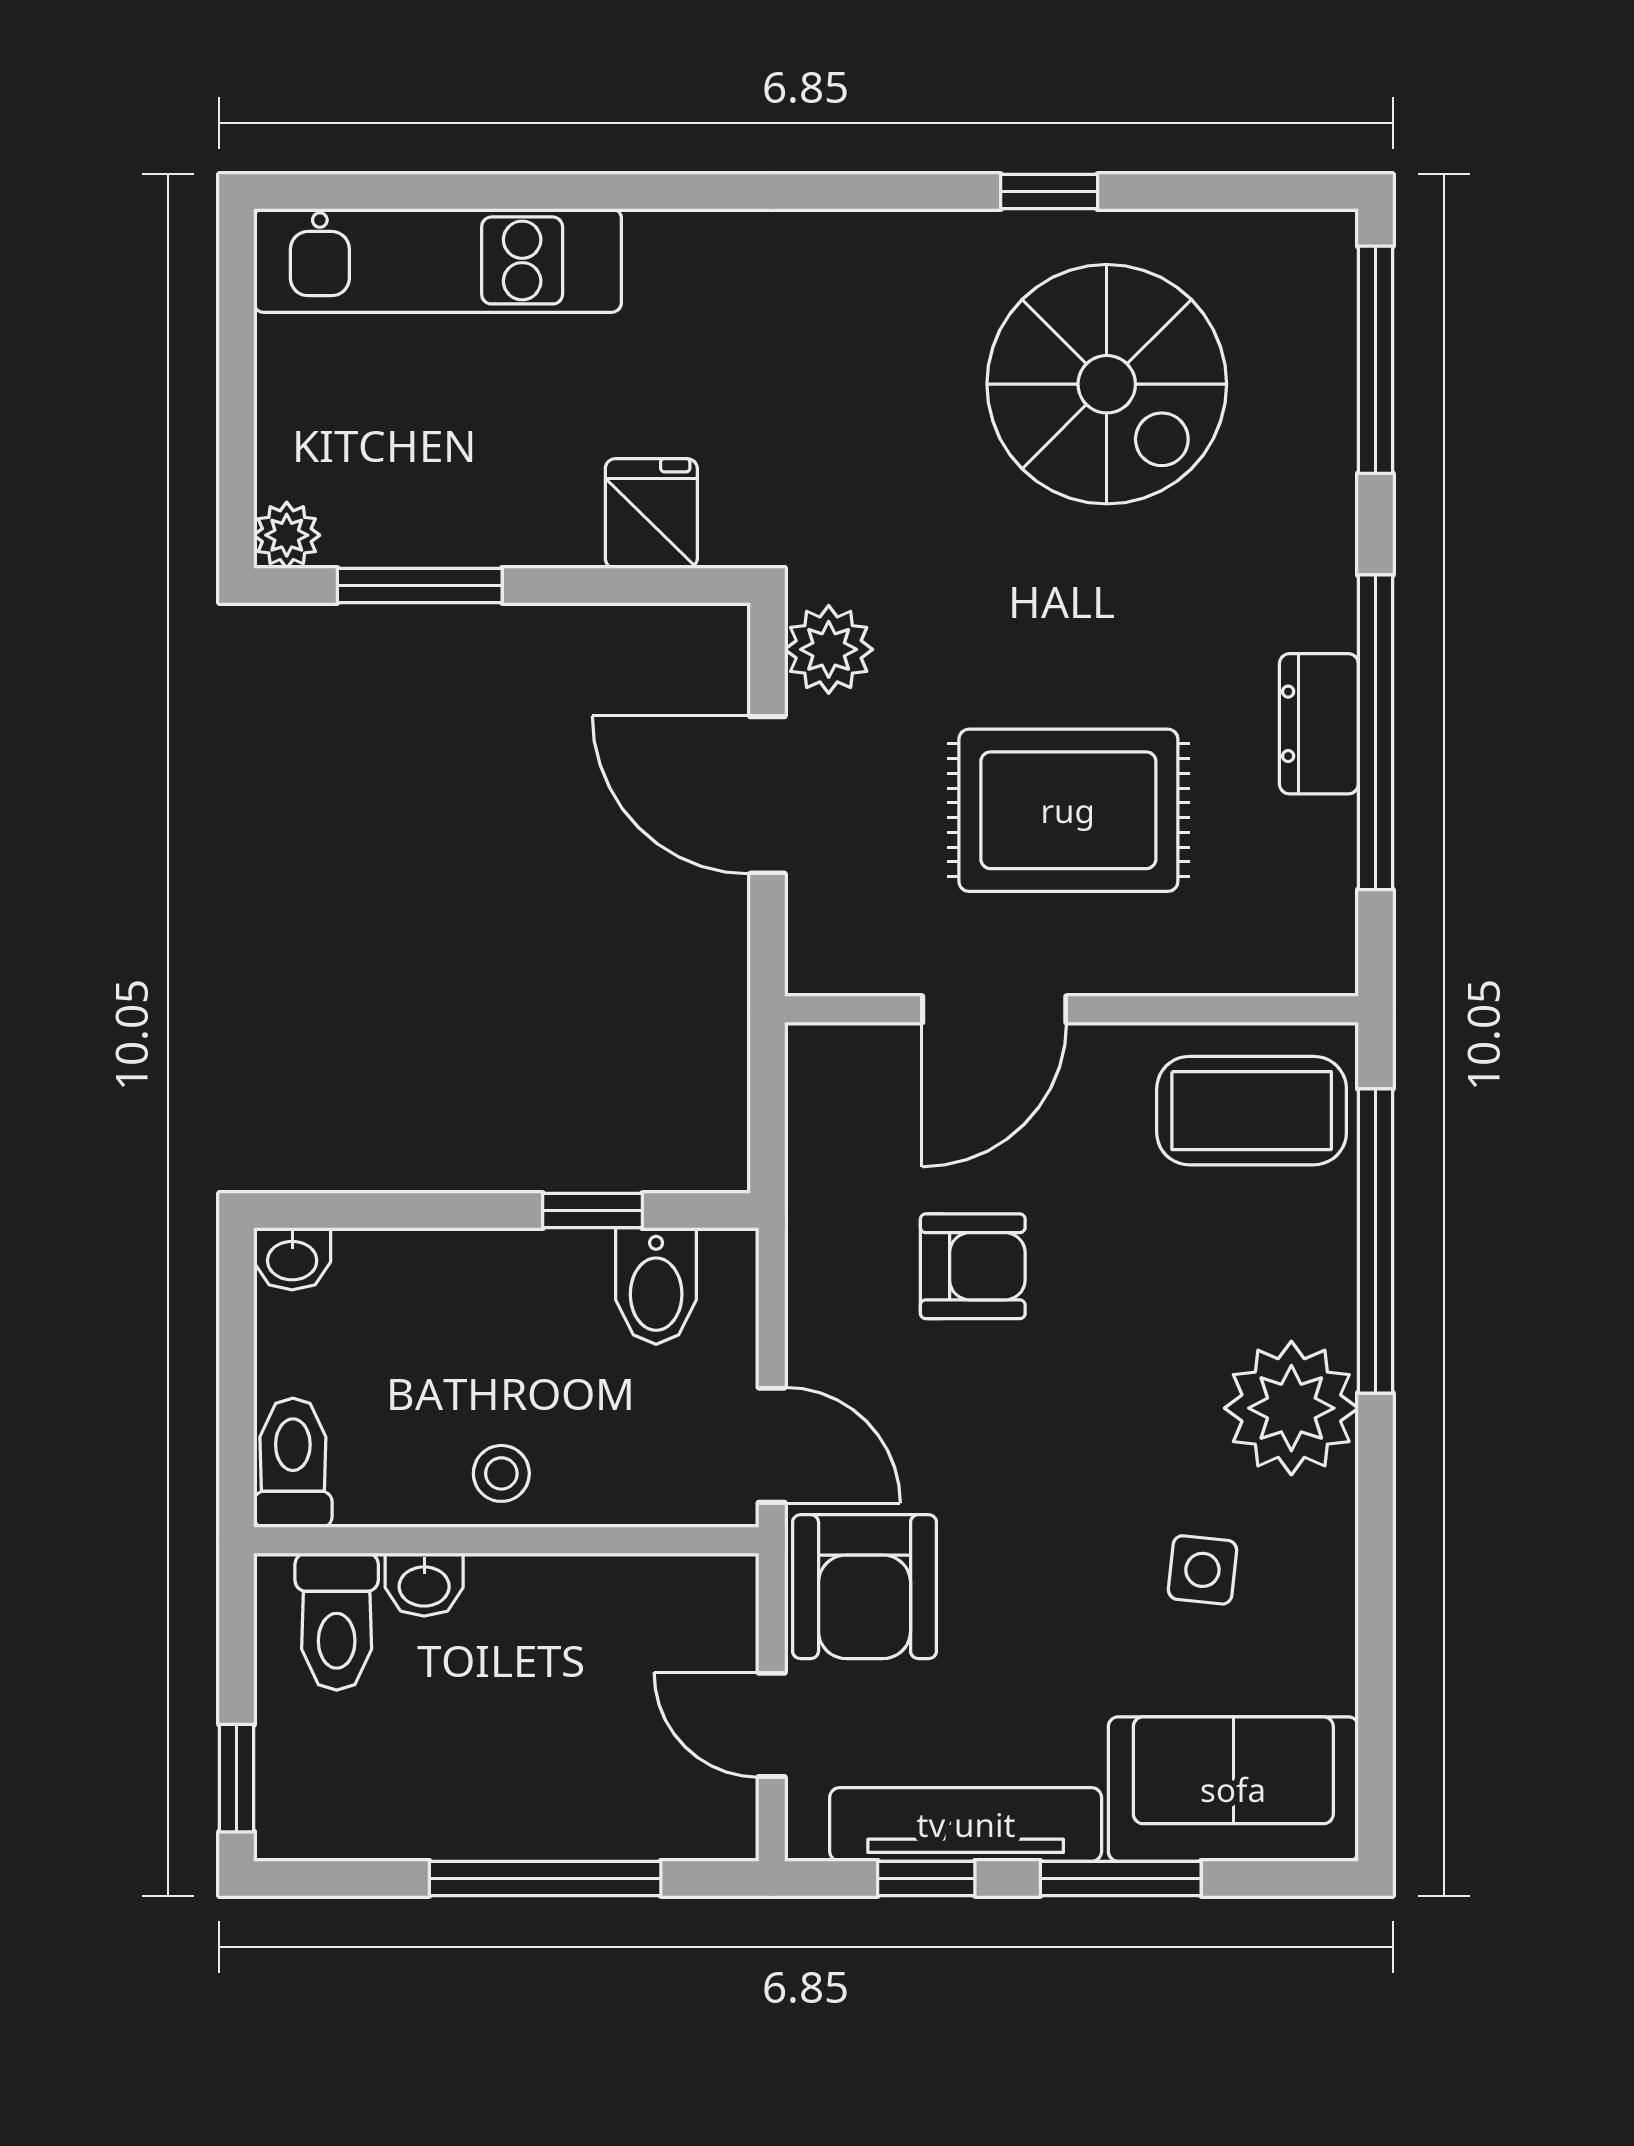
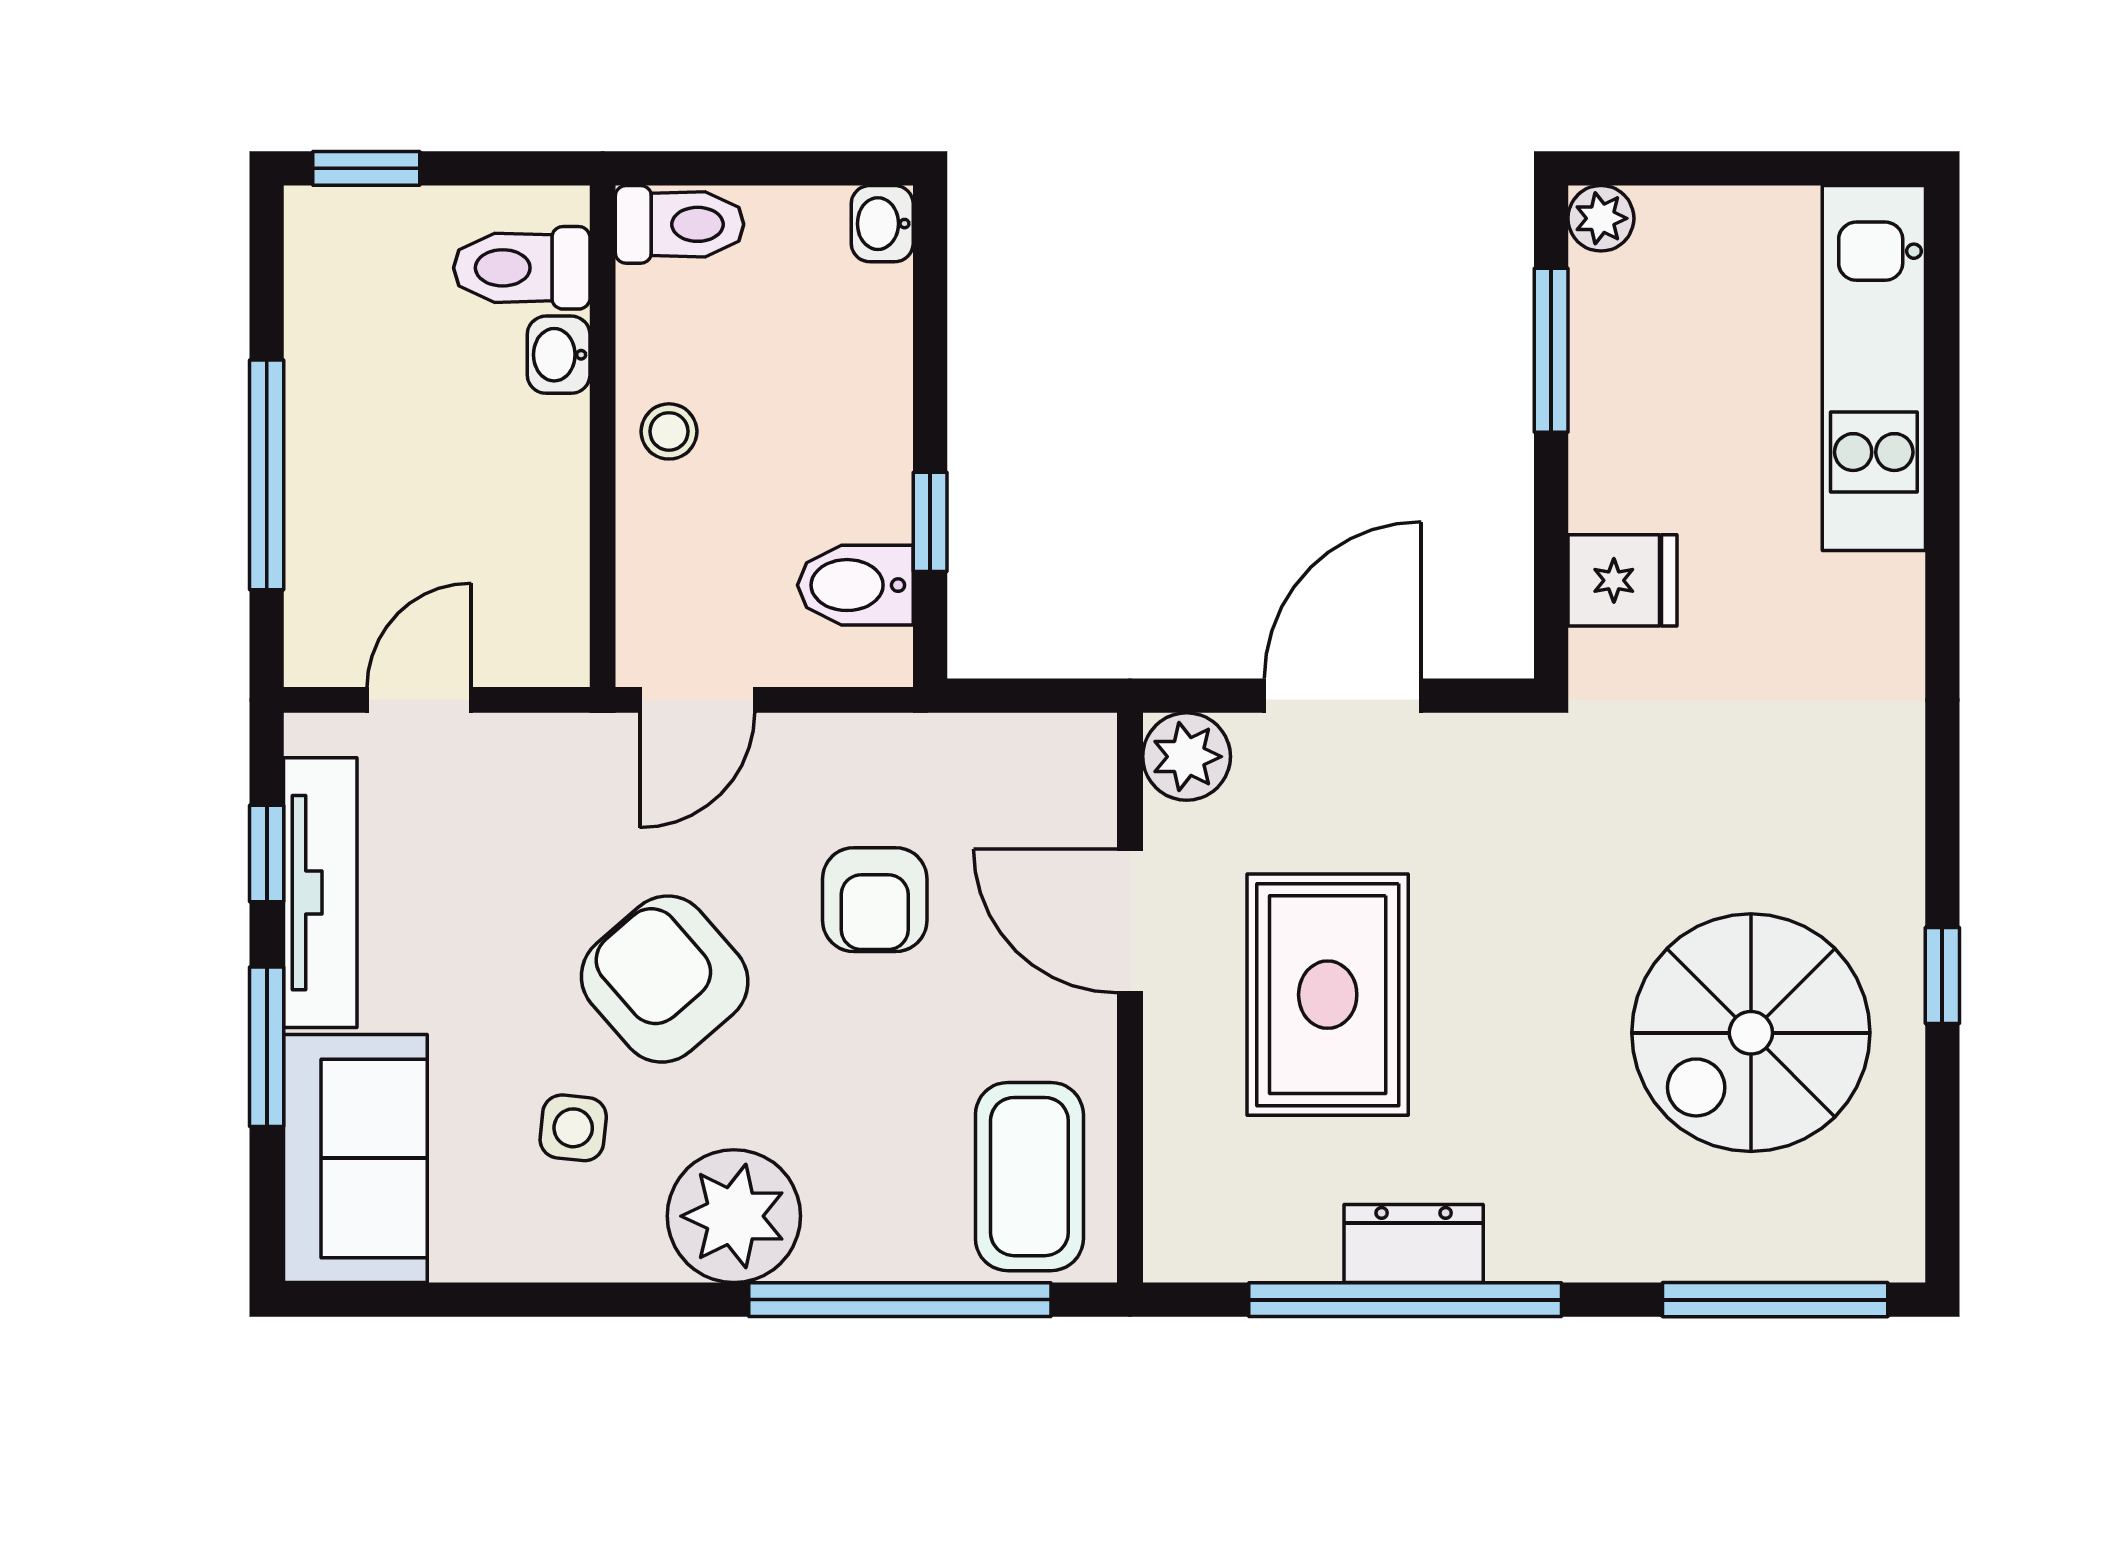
plant: (829, 649) -> (1187, 757), moved
armchair: (865, 1587) -> (665, 979), moved, turned 49

